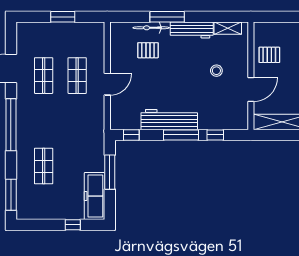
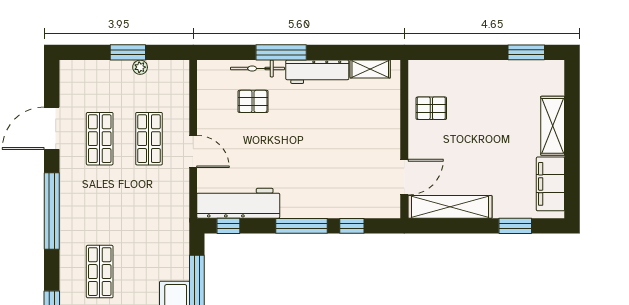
plant: (71, 27) -> (140, 67), added
stool: (216, 71) -> (354, 131), removed
door: (107, 84) -> (193, 151), hinge flipped
door: (251, 89) -> (404, 177), moved
workbench: (169, 120) -> (238, 203), moved

